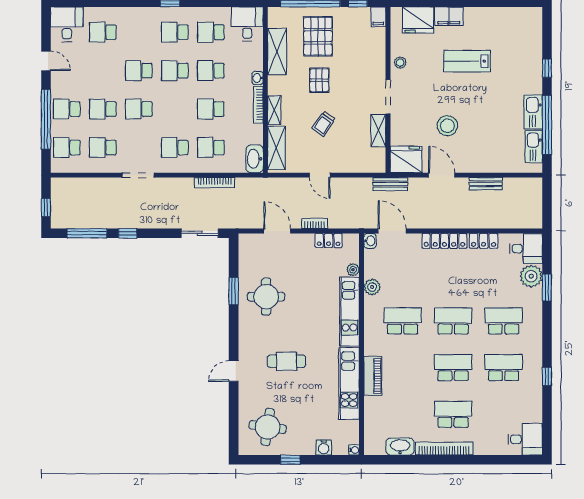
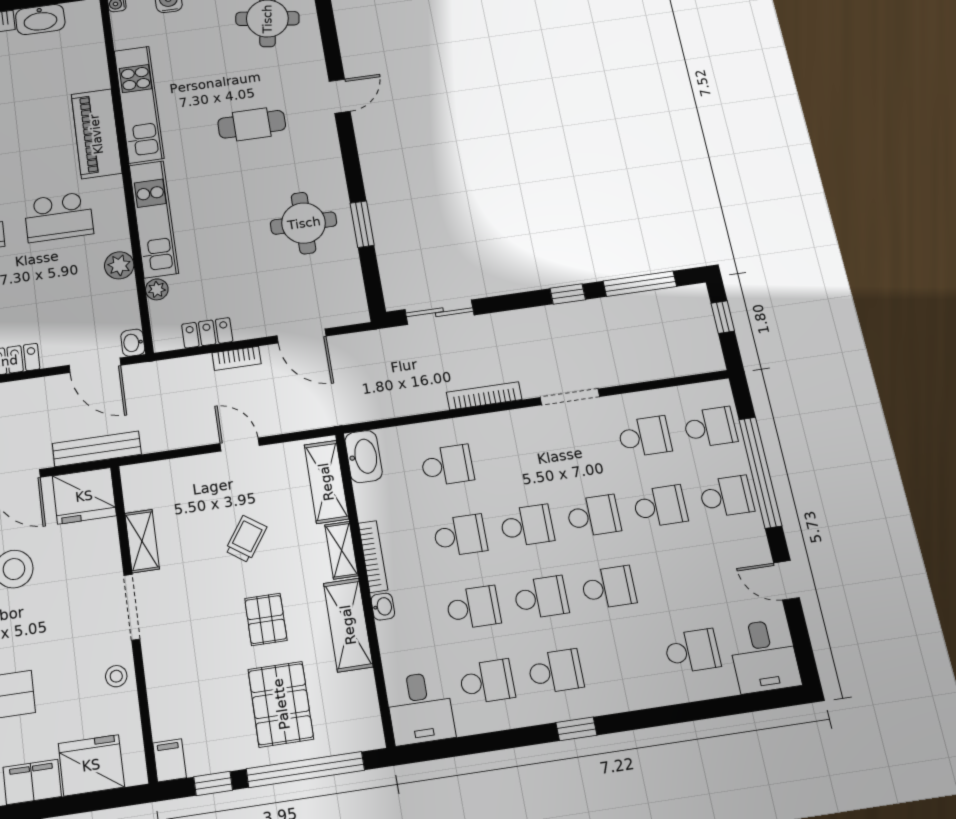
shelving: (277, 52) -> (348, 625), moved
school desk: (175, 147) -> (527, 526), moved
bookcase: (215, 183) -> (484, 396), moved
bench: (390, 184) -> (97, 449), width x1.36
piano: (373, 376) -> (96, 134), width x1.37, depth x1.33

